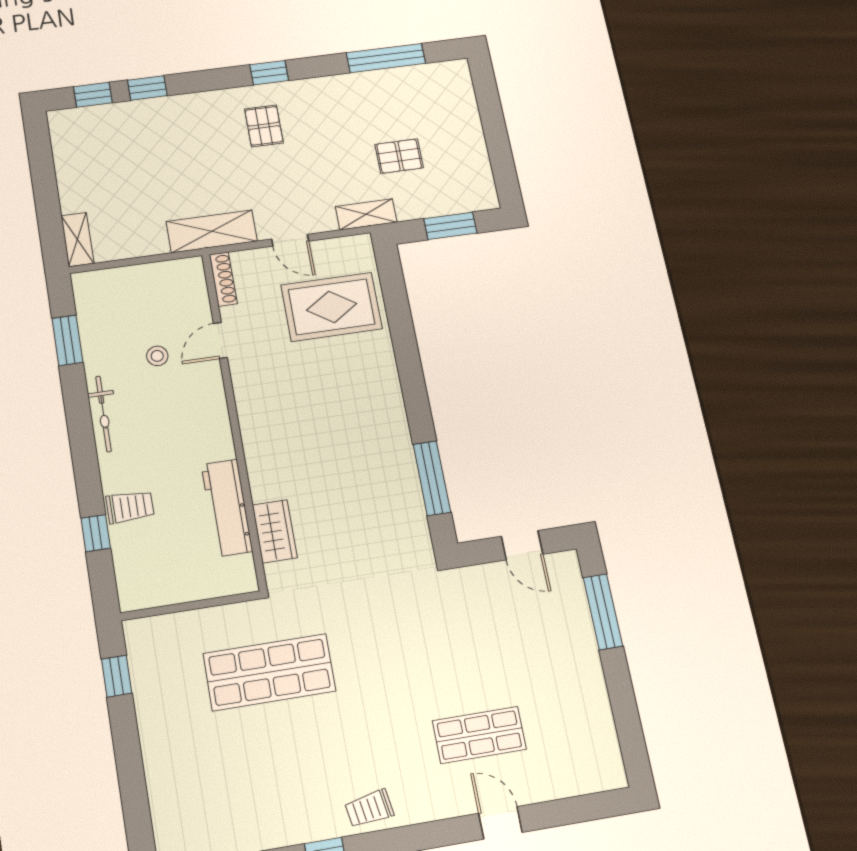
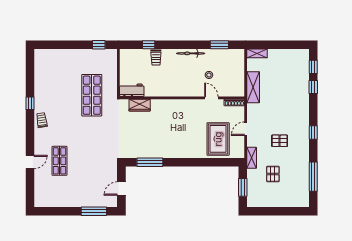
pallet: (264, 126) -> (280, 141), moved
shelving: (212, 231) -> (253, 87), moved
workbench: (227, 508) -> (132, 90), moved, width x0.73

